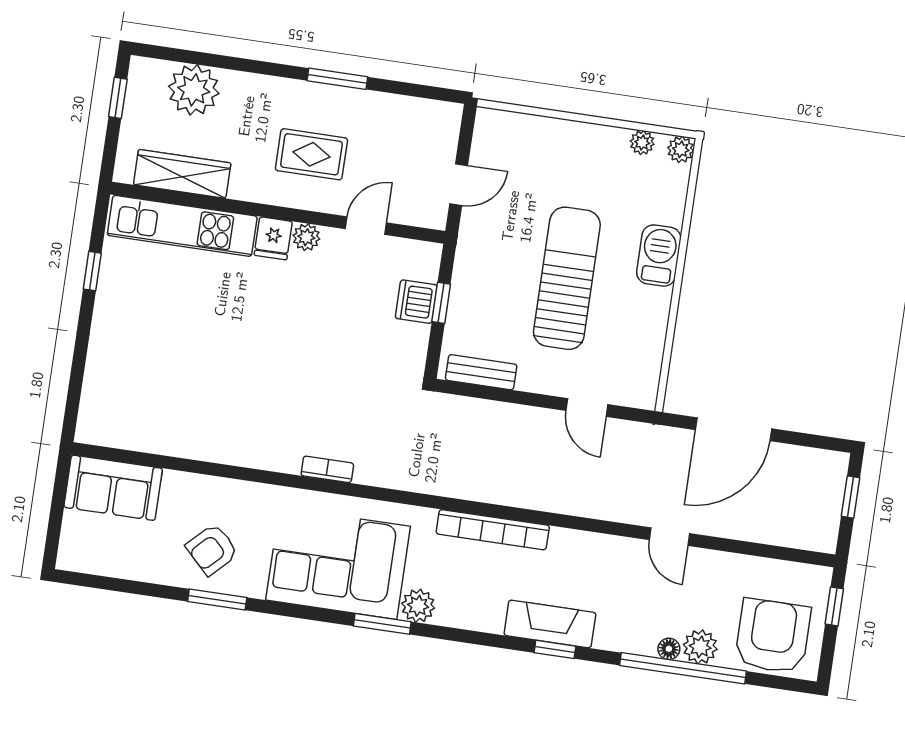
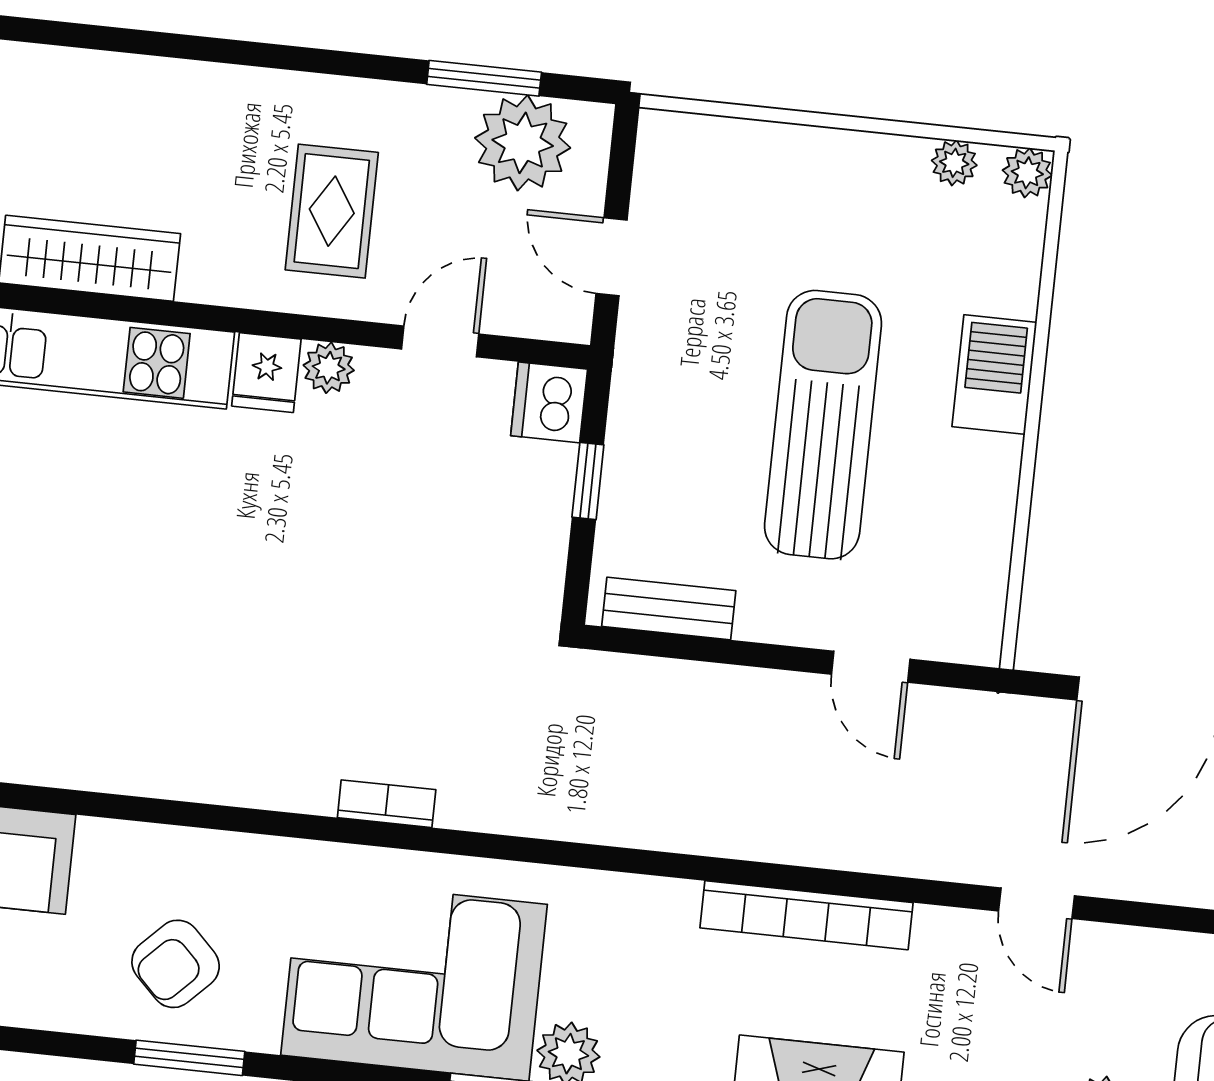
window: (337, 79) -> (484, 78), moved
plant: (194, 90) -> (523, 143), moved
rug: (311, 154) -> (332, 211), turned 90
door: (459, 185) -> (611, 257), swing flipped
dishwasher: (416, 302) -> (549, 402), moved
bookcase: (493, 530) -> (806, 915), moved

